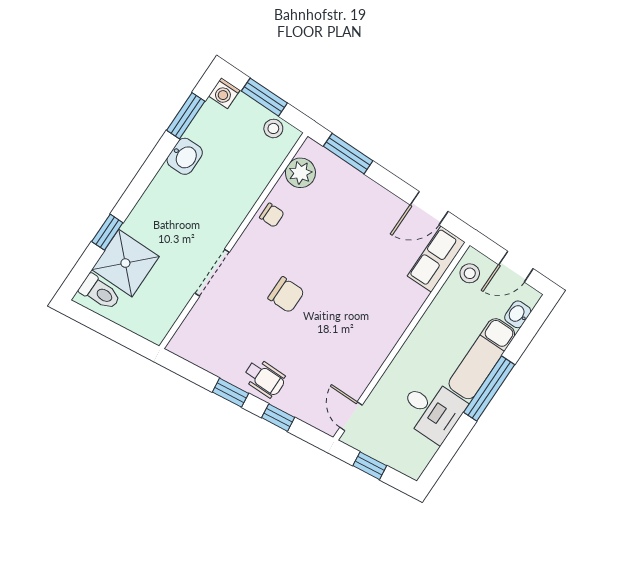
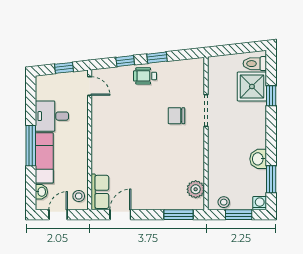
chair: (272, 215) -> (196, 159), removed
chair: (286, 295) -> (176, 116), moved

